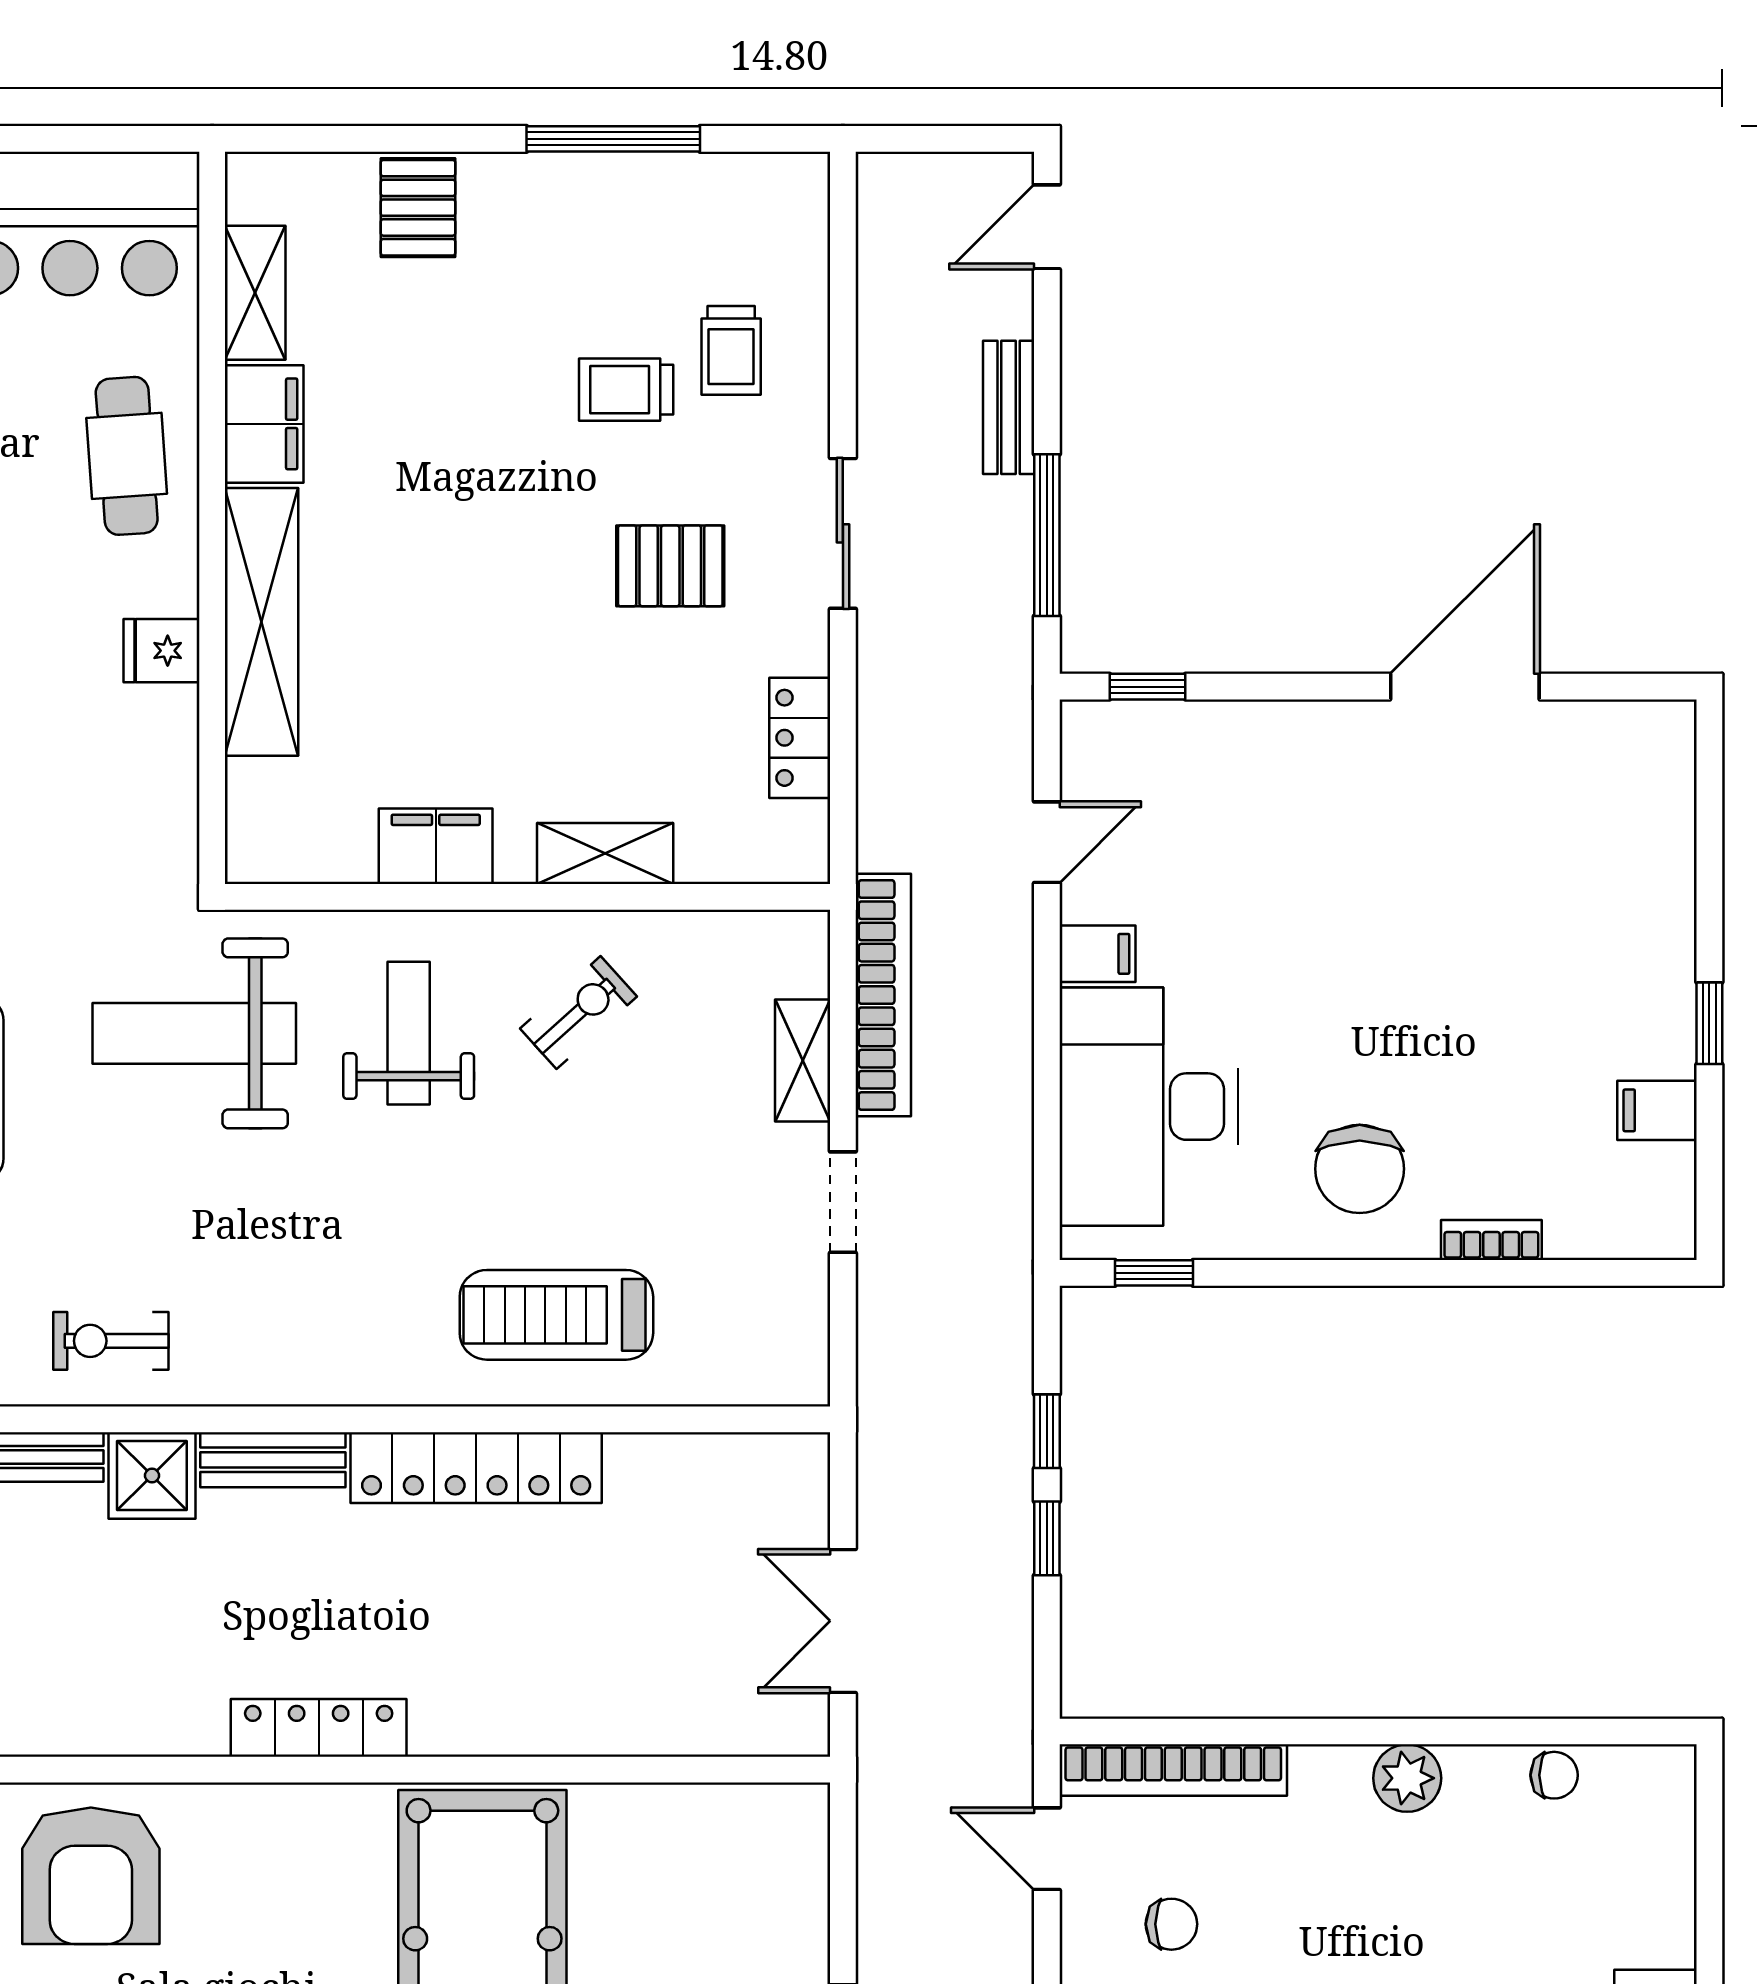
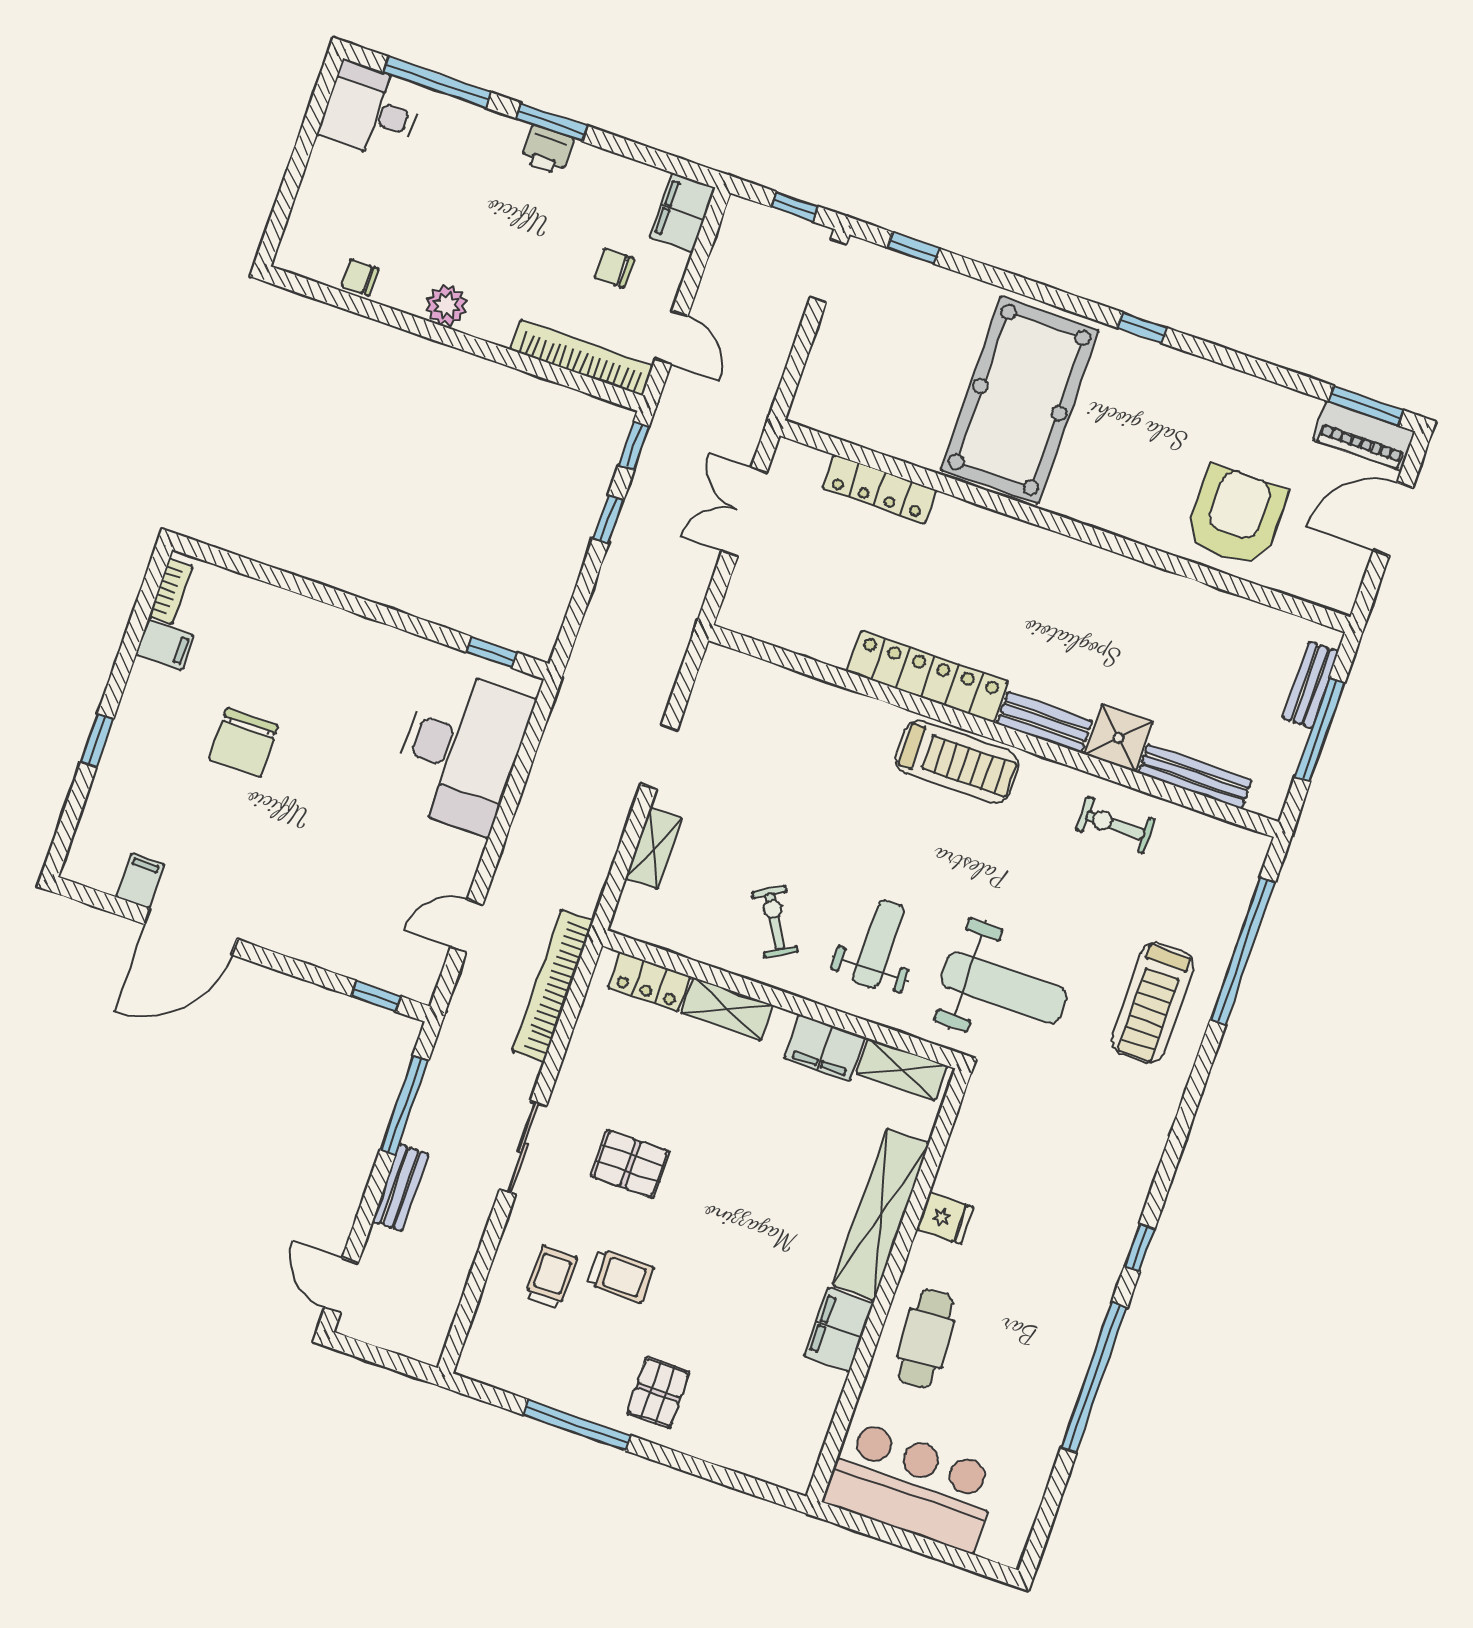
pallet: (418, 208) -> (658, 1392), moved
door: (1047, 227) -> (341, 1285), swing flipped
shelving: (255, 293) -> (902, 1070), moved, turned 90
locker: (800, 738) -> (649, 982), moved, turned 90
filing cabinet: (1097, 954) -> (140, 881), moved, turned 90
bookcase: (883, 995) -> (553, 986), moved
exercise bike: (578, 1013) -> (775, 922), turned 102
window: (1709, 1023) -> (97, 741), moved
weight bench: (409, 1033) -> (878, 944), turned 180
chair: (1360, 1169) -> (244, 742), moved, turned 180
bookcase: (1491, 1240) -> (171, 591), moved, turned -90
treadmill: (556, 1315) -> (957, 762), moved
exercise bike: (111, 1341) -> (1115, 825), turned 180
window: (1047, 1431) -> (634, 446), moved
double door: (843, 1621) -> (744, 512), swing flipped
locker: (319, 1728) -> (879, 489), moved

